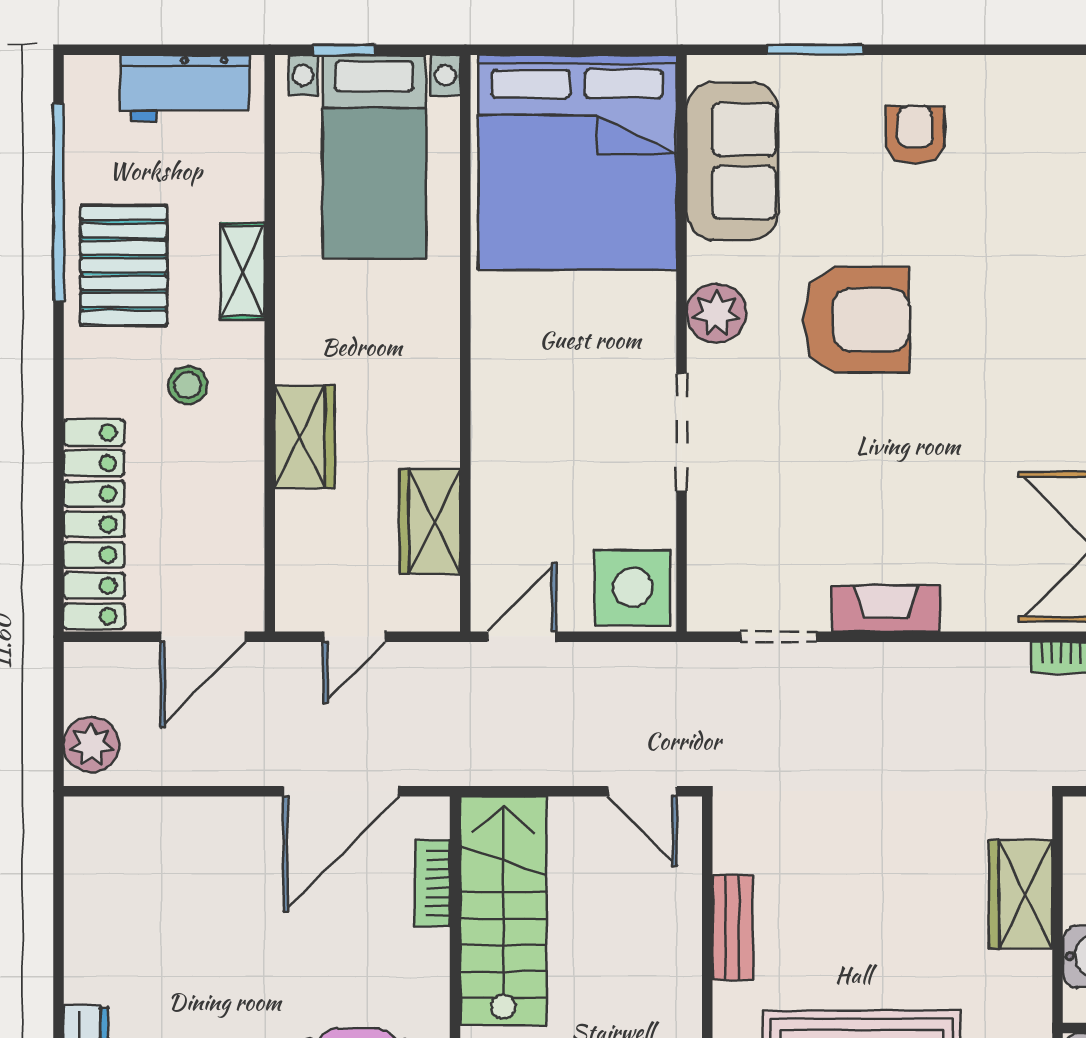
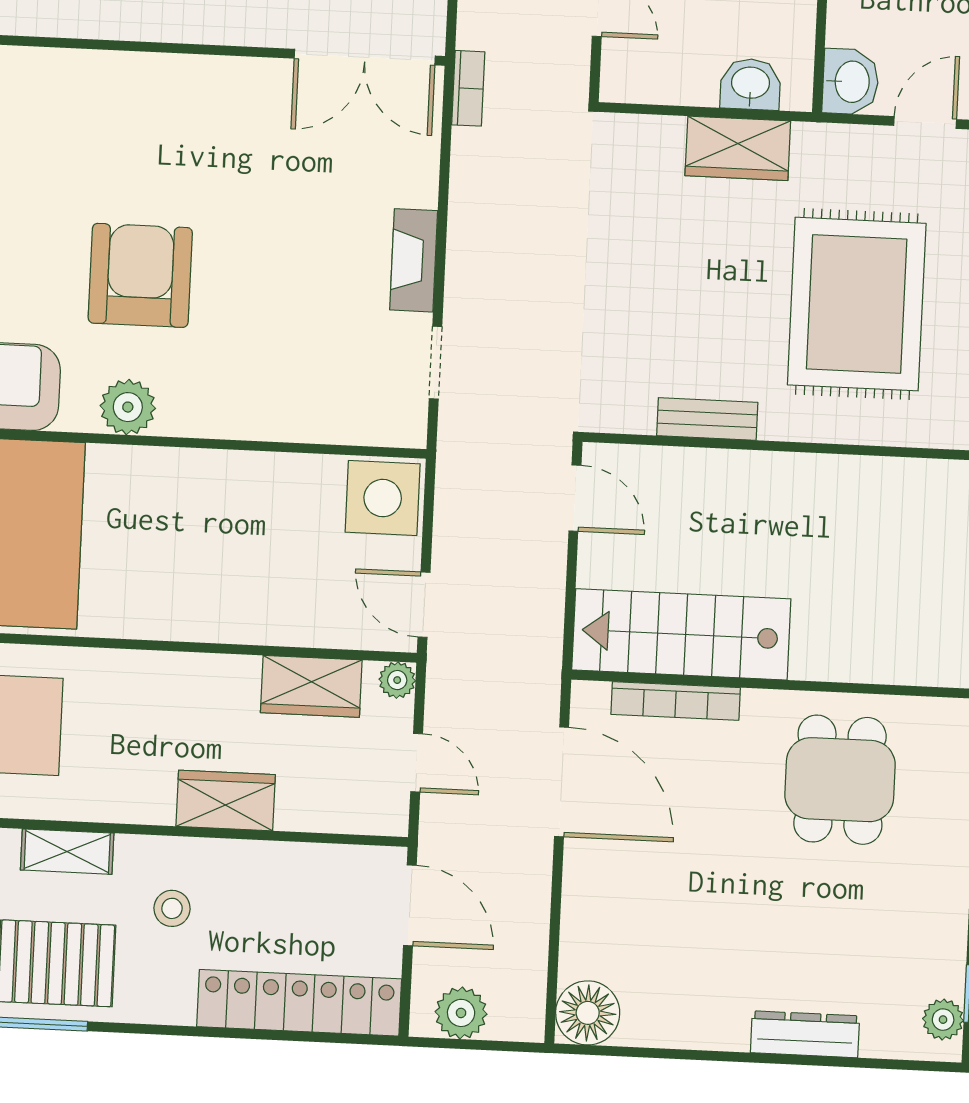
doorway: (682, 432) -> (238, 445), removed
plant: (441, 612) -> (397, 680), added
plant: (91, 745) -> (461, 1013), moved
door: (642, 791) -> (575, 498), hinge flipped
floor lamp: (98, 830) -> (588, 1013), added
bookcase: (432, 883) -> (676, 701), width x1.56
wardrobe: (1021, 894) -> (738, 148), moved

